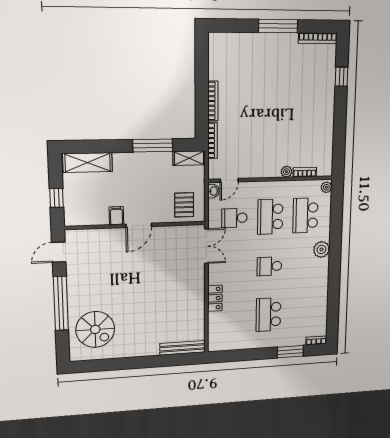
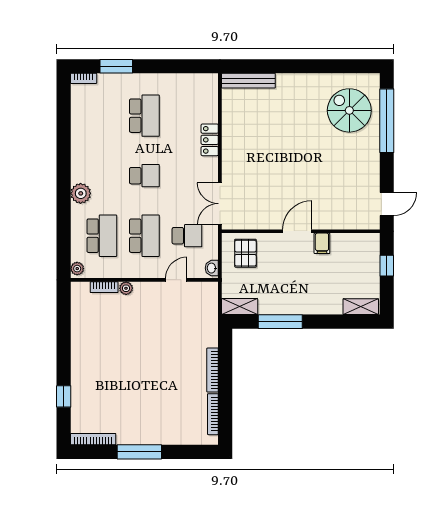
bookcase: (213, 140) -> (213, 414), moved
shelving: (88, 163) -> (361, 307), width x0.67, depth x0.75
door: (229, 180) -> (176, 280), moved
window: (61, 303) -> (387, 121), moved

